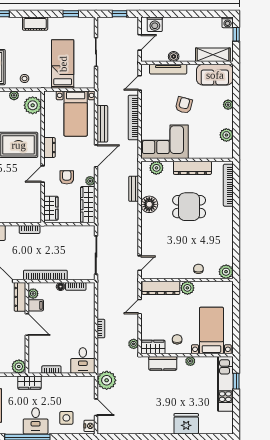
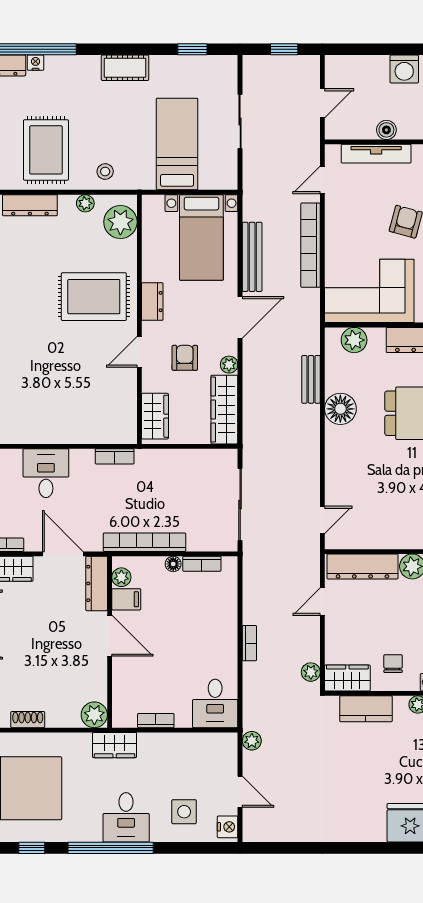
washing machine: (155, 24) -> (404, 69), moved
plant: (107, 380) -> (252, 741), width x0.53, depth x0.53

